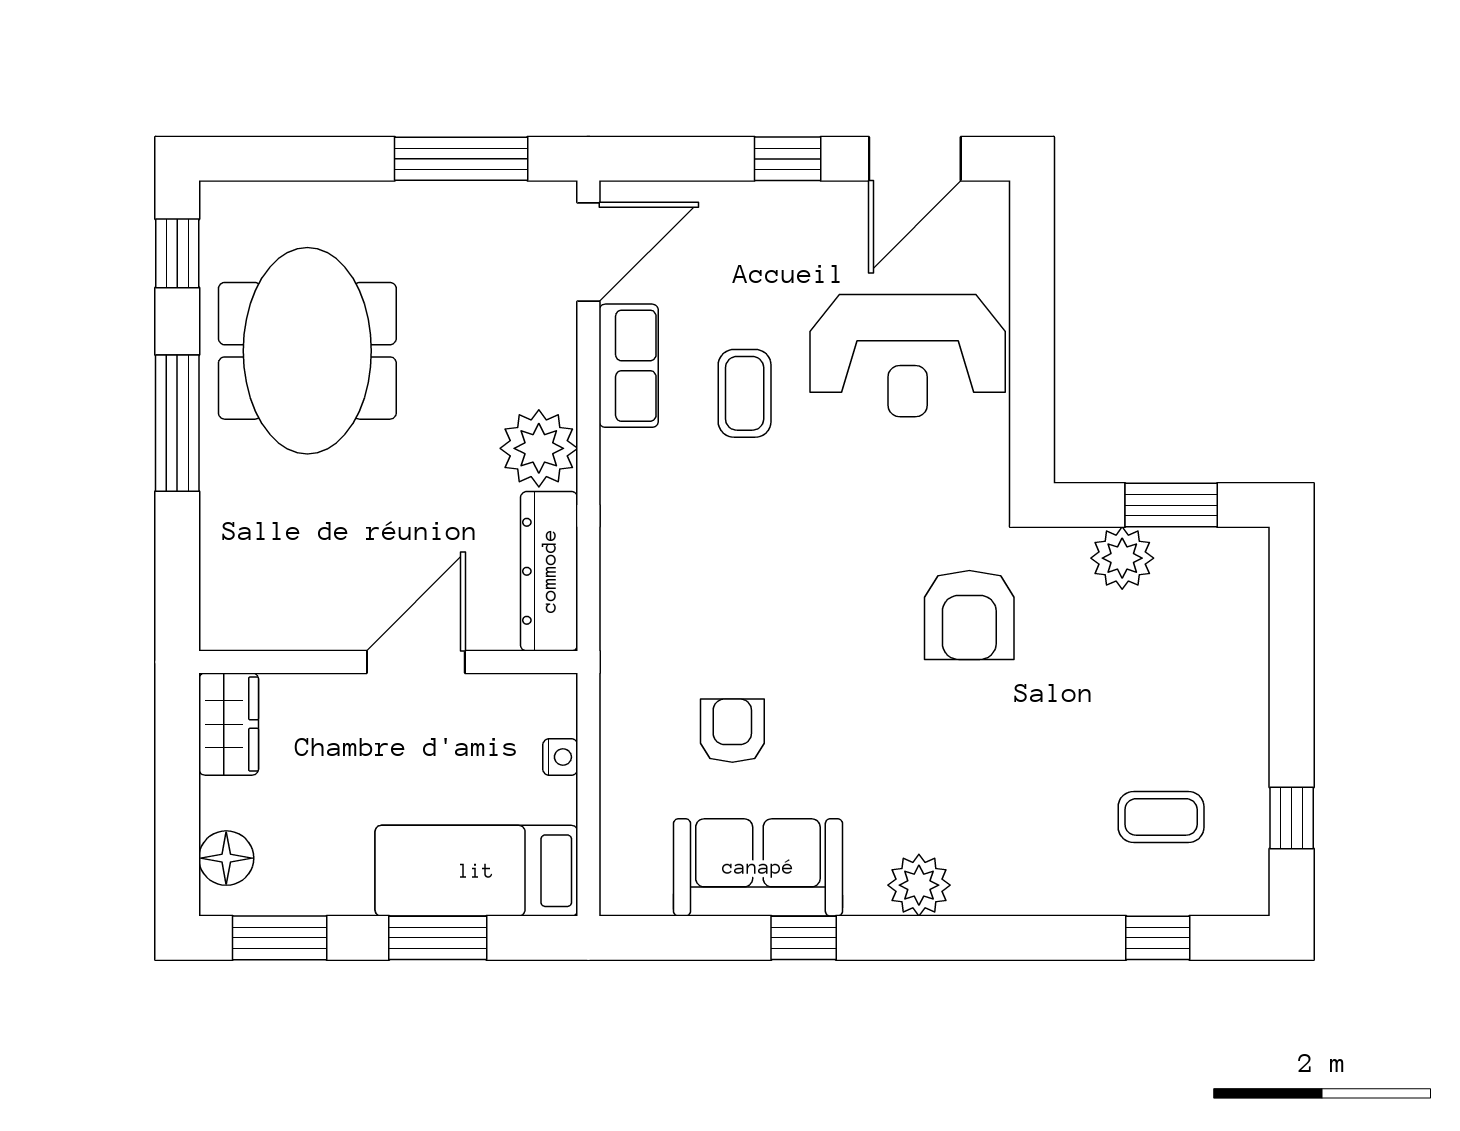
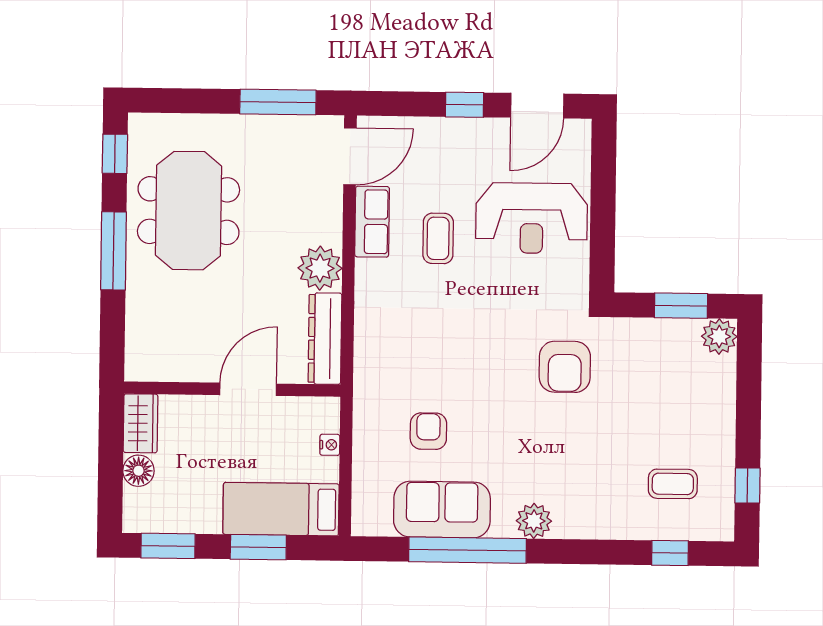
plant: (1122, 558) -> (719, 336), moved
floor lamp: (226, 858) -> (138, 471), moved
window: (804, 938) -> (467, 550), width x3.17

